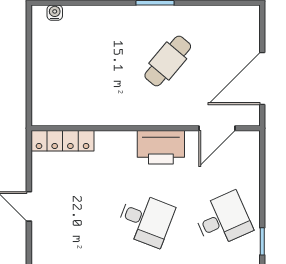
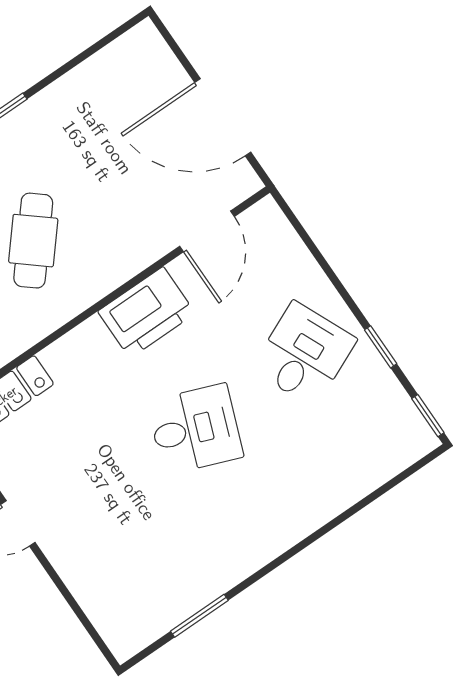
cafe table: (168, 61) -> (33, 241), moved
door: (262, 79) -> (223, 117), hinge flipped

